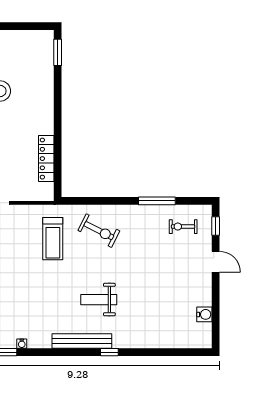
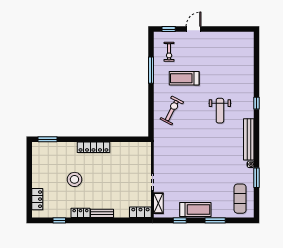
locker: (46, 159) -> (93, 147), moved
treadmill: (53, 239) -> (184, 78), moved, turned 180
water cooler: (204, 314) -> (230, 37), removed
bench: (82, 341) -> (249, 139), moved

